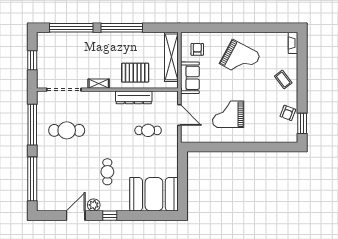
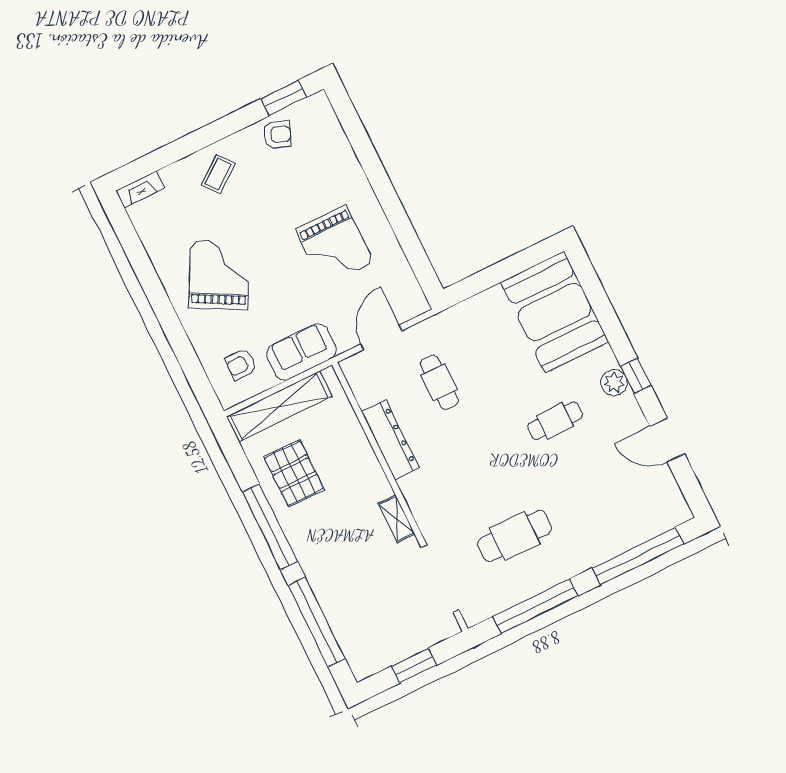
pallet: (135, 73) -> (294, 473), moved
cafe table: (67, 130) -> (515, 536), turned 90
plant: (94, 205) -> (614, 383), moved

